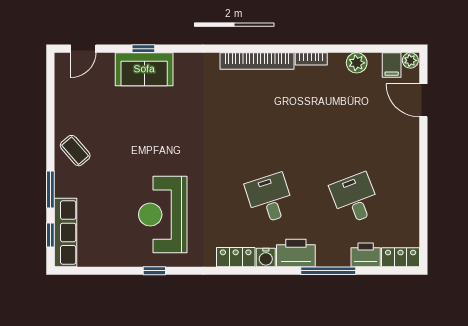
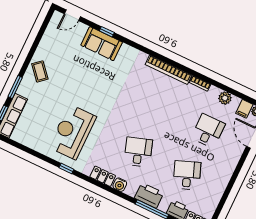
desk: (355, 121) -> (208, 131), added
printer: (296, 253) -> (149, 195), moved
window: (154, 271) -> (66, 169), moved

